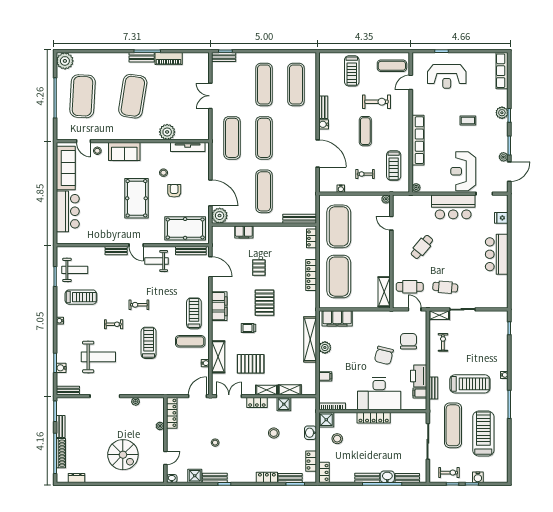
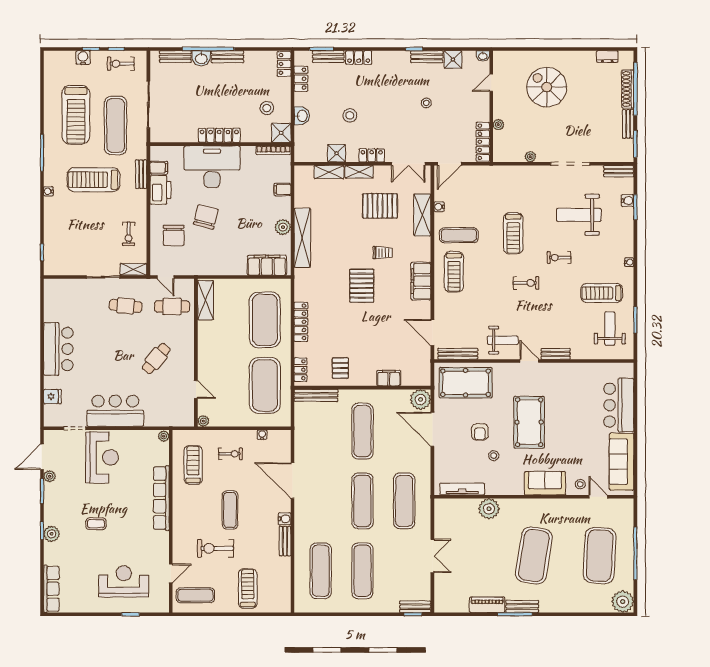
pallet: (259, 268) -> (340, 368), moved
weight bench: (75, 270) -> (610, 329), turned 90

